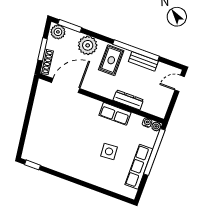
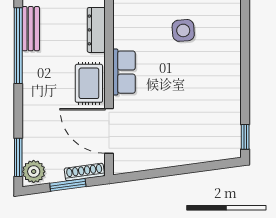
plant: (88, 45) -> (37, 120), removed
rug: (111, 60) -> (89, 83), moved, turned 90
row of seats: (115, 114) -> (124, 72), moved

